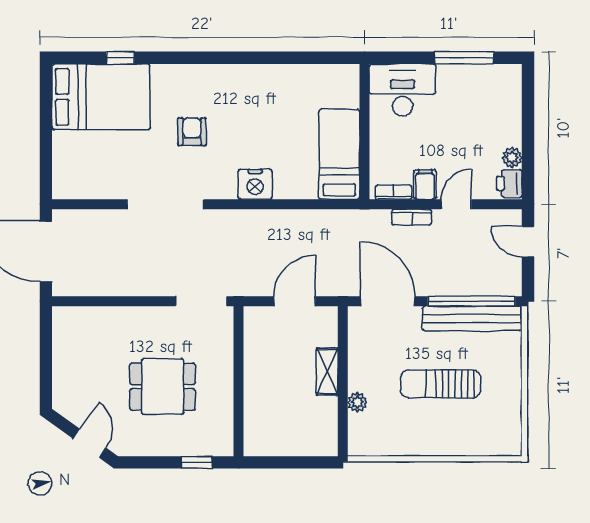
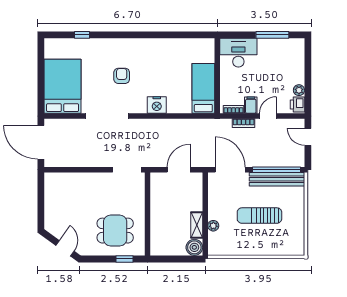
bed: (101, 97) -> (63, 86), moved, turned -90
shelving: (327, 372) -> (197, 225), moved
dining table: (163, 387) -> (115, 231), moved
boiler: (323, 441) -> (194, 247), added

